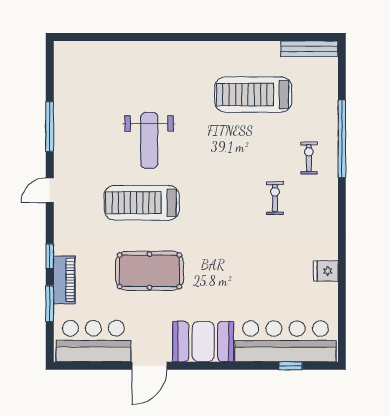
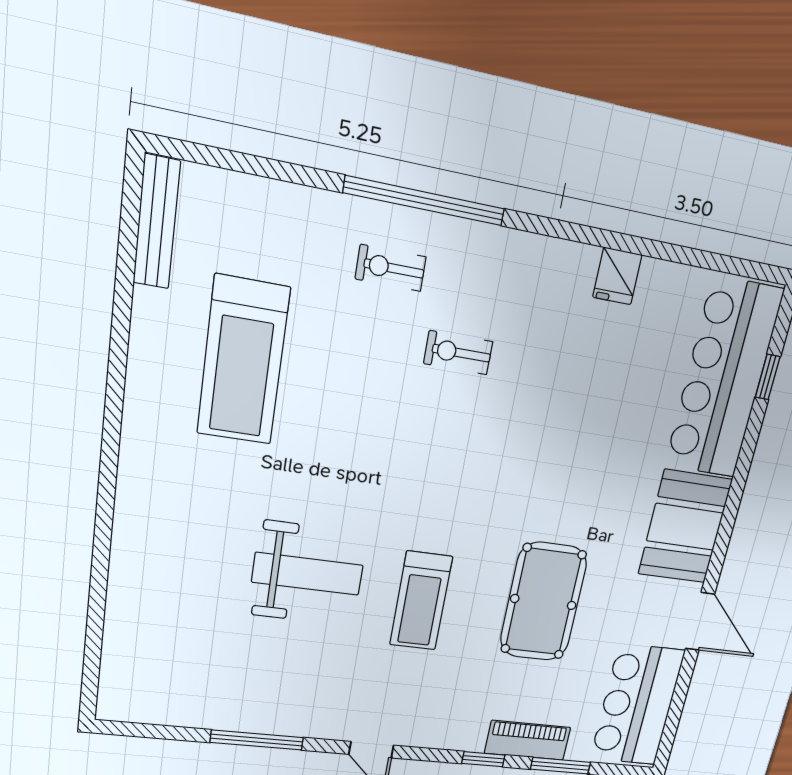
window: (342, 139) -> (425, 201), moved
treadmill: (142, 203) -> (421, 601), width x0.73, depth x0.73

